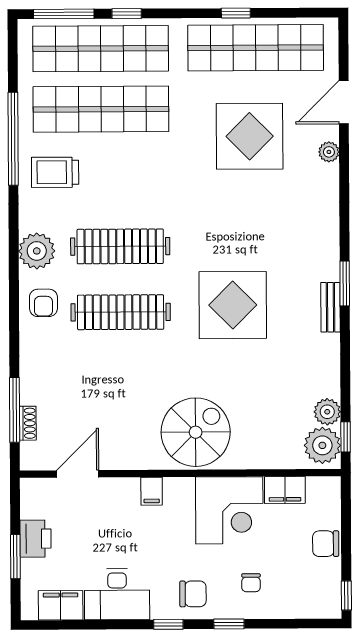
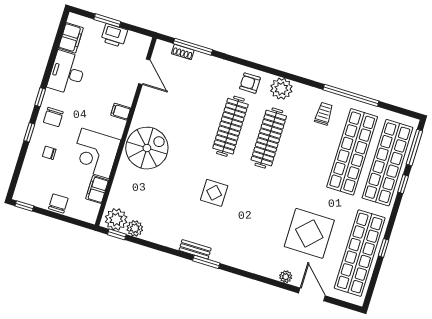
trolley: (55, 172) -> (324, 114), width x0.73, depth x0.72
display table: (233, 305) -> (214, 193), width x0.54, depth x0.54
spiral stairs: (196, 432) -> (147, 148), turned -90

